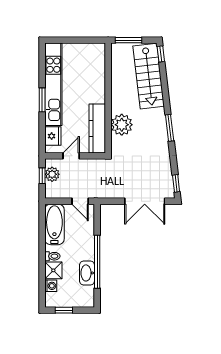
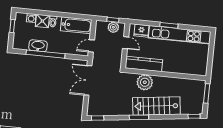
stairs: (149, 76) -> (156, 106), moved
double door: (145, 201) -> (88, 80), moved

